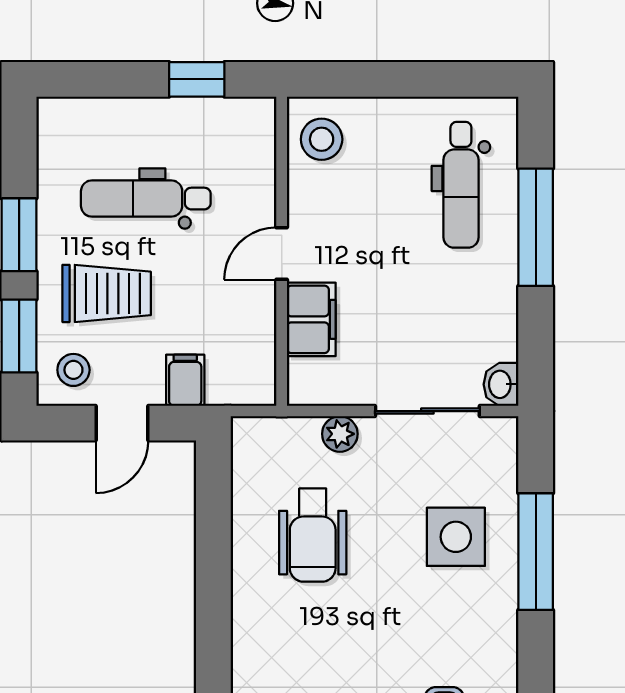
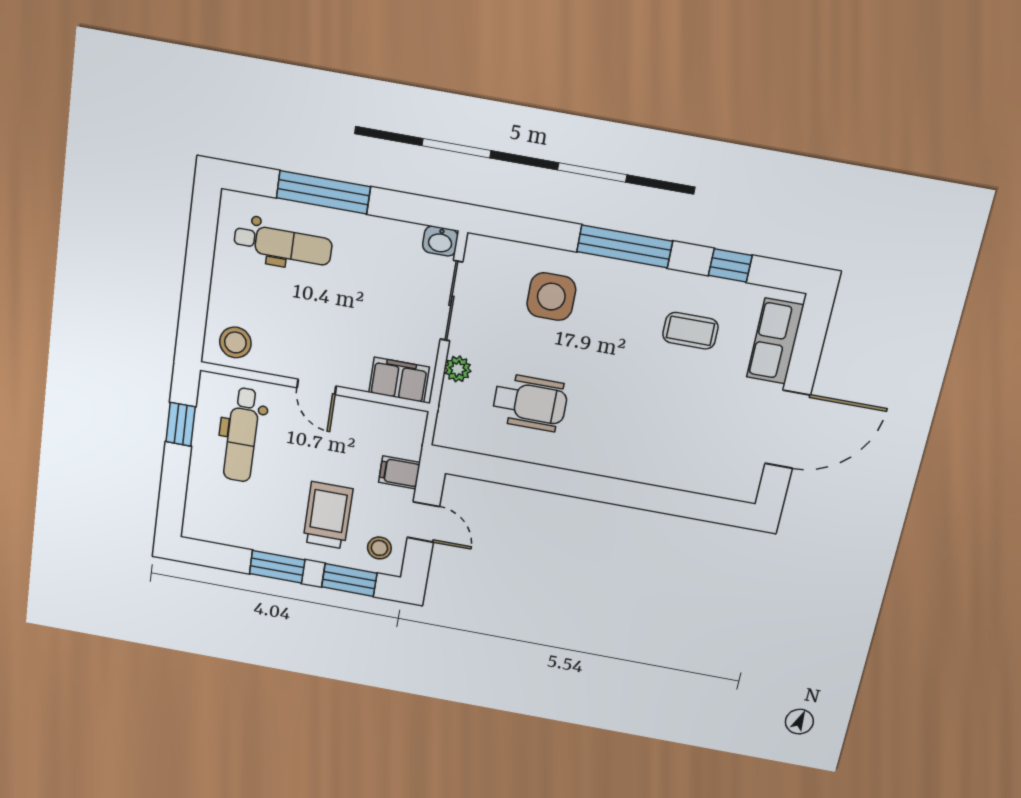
dental chair: (146, 199) -> (242, 435), moved
filing cabinet: (311, 319) -> (399, 380), moved
window: (536, 552) -> (625, 246), moved

